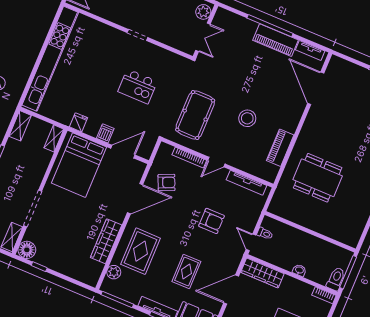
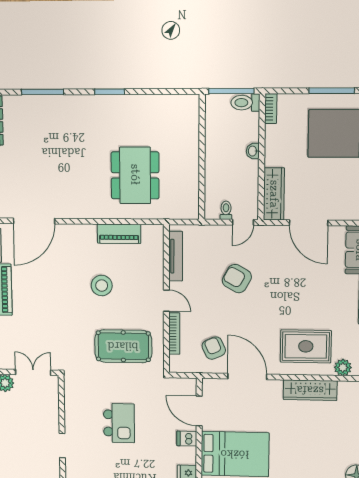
armchair: (212, 221) -> (237, 279), turned -61
rug: (186, 272) -> (308, 284), removed

